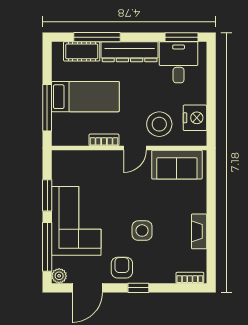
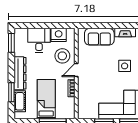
window: (97, 37) -> (11, 92), width x0.69
desk: (179, 62) -> (39, 40), moved, turned 90
door: (135, 148) -> (76, 70), swing flipped
sofa: (177, 165) -> (99, 37), moved, turned 90

